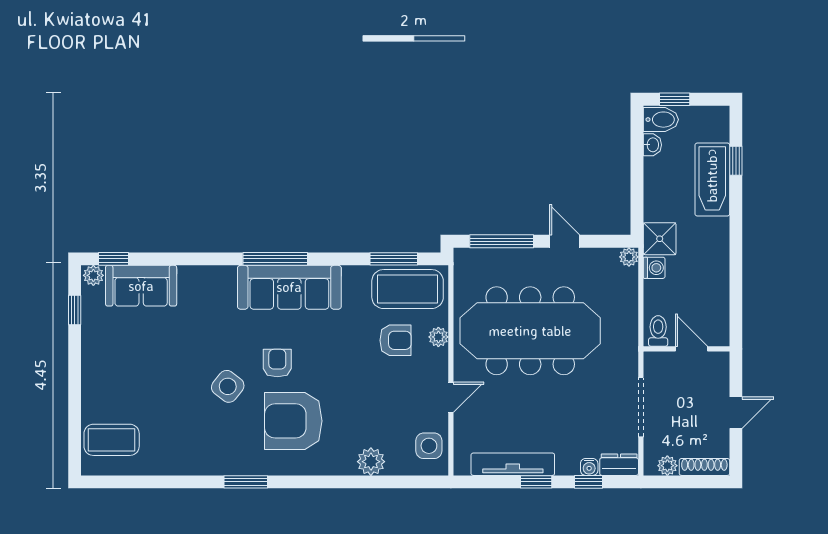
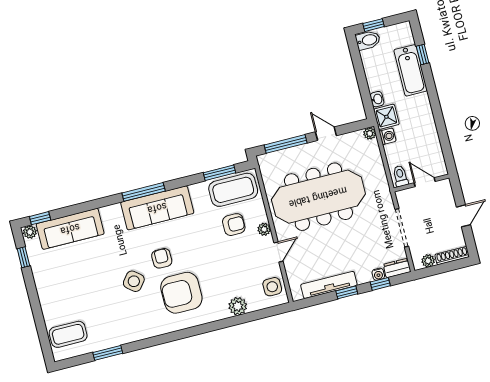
washbasin: (652, 145) -> (377, 99), moved
sofa: (141, 286) -> (70, 229), width x1.36
plant: (438, 337) -> (264, 229), moved
window: (246, 482) -> (108, 353), moved

